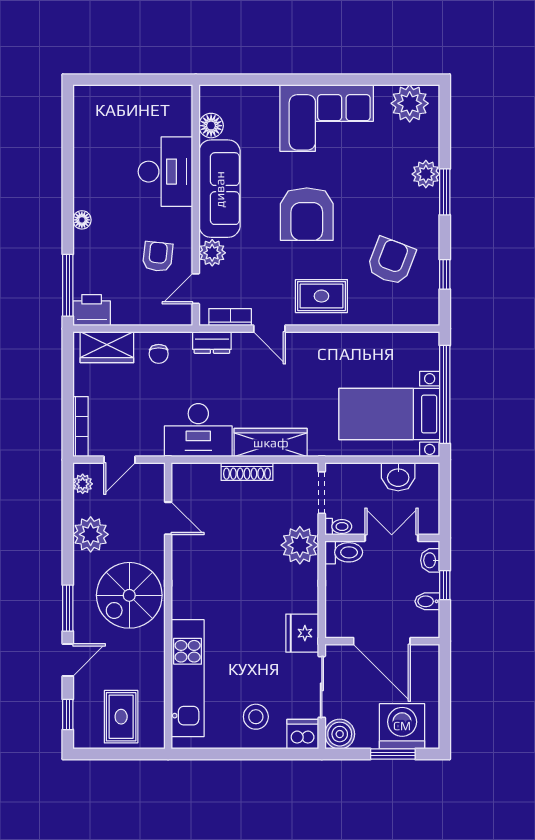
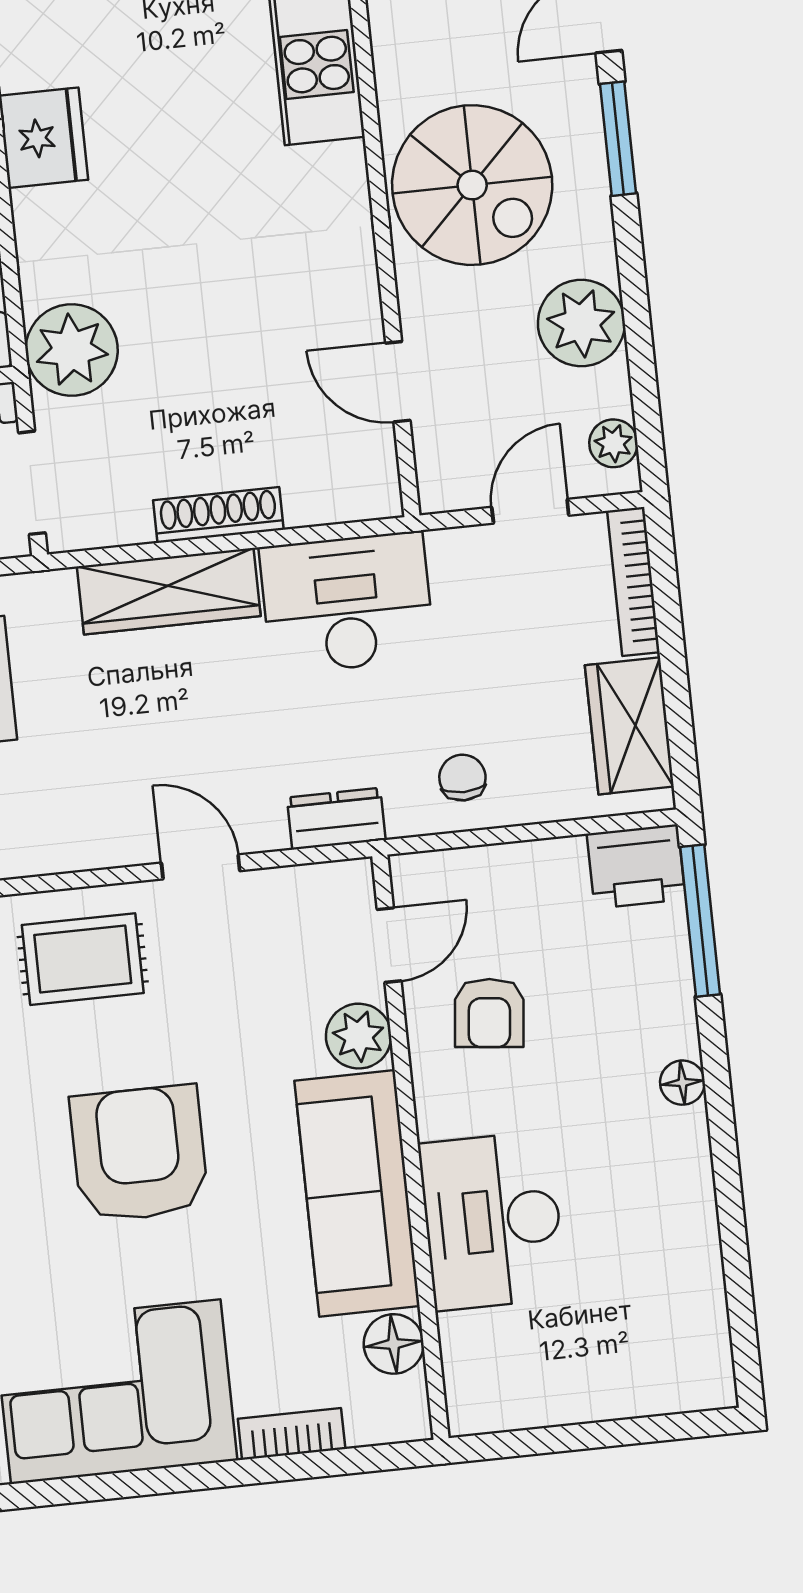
bookcase: (230, 317) -> (292, 1434), moved, turned 180
wardrobe: (107, 347) -> (629, 726), moved, turned -90
spiral stairs: (129, 595) -> (472, 185), turned 90

